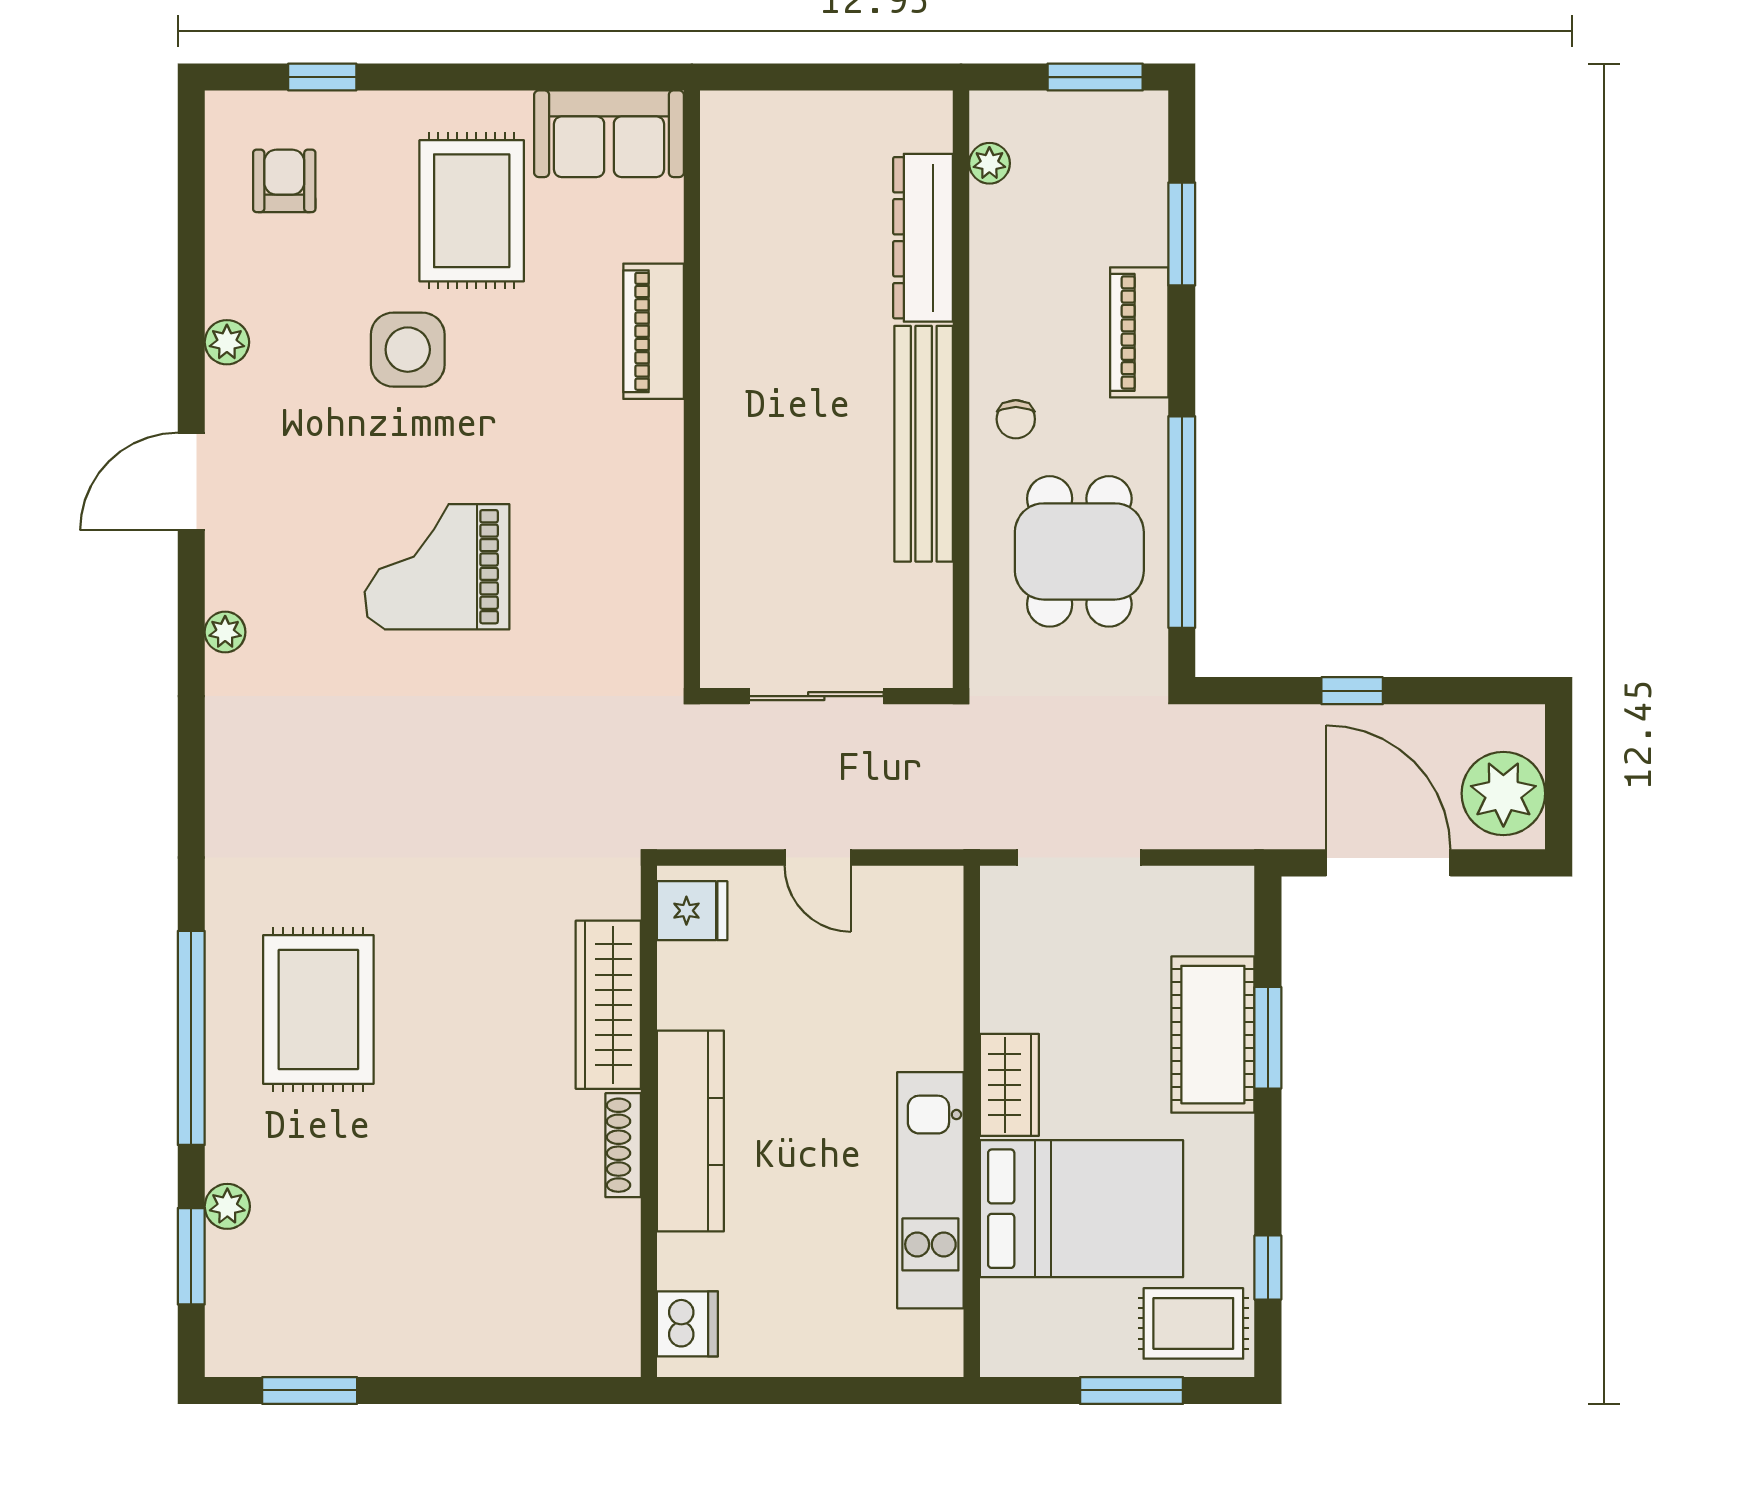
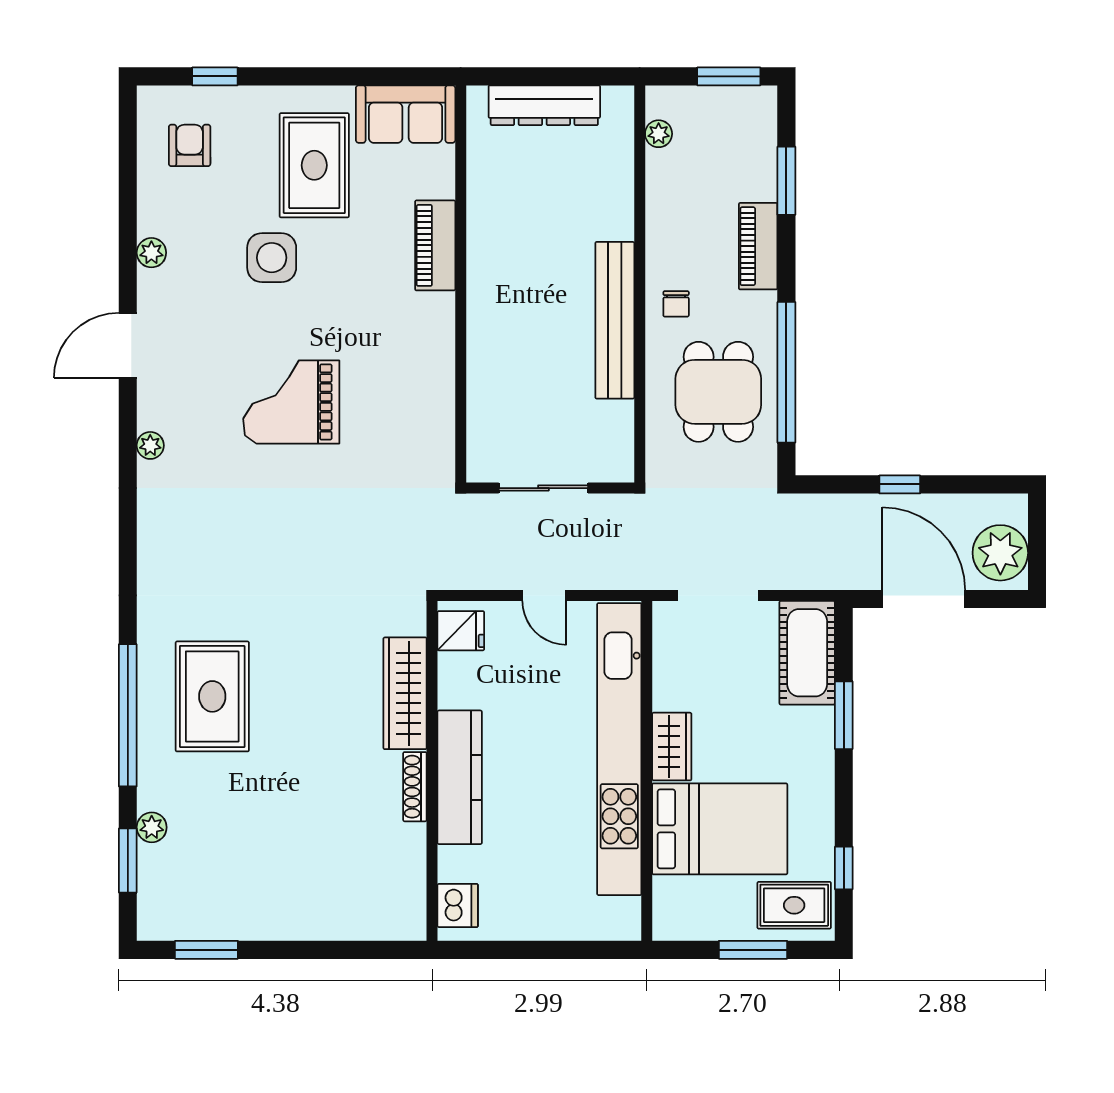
dresser: (923, 238) -> (544, 105), moved, turned -90
cot: (1213, 1035) -> (807, 653), moved
kitchen unit: (930, 1190) -> (619, 749), width x1.86

